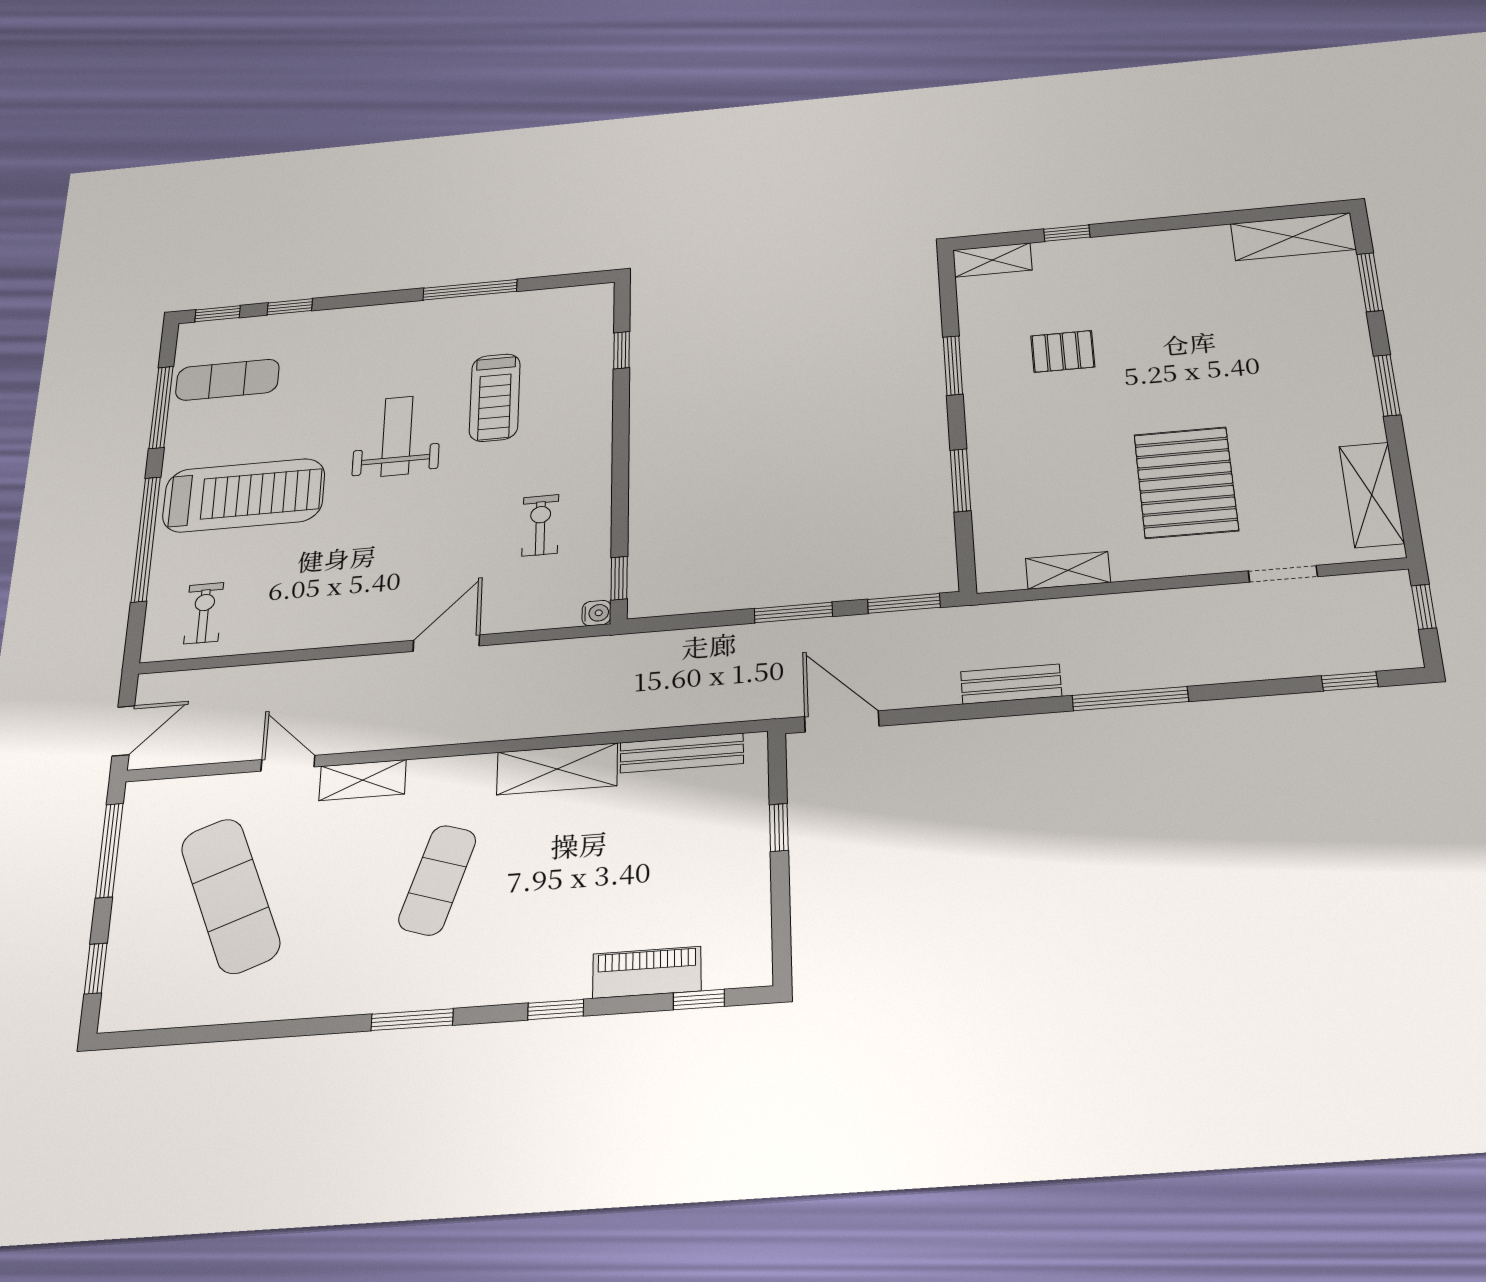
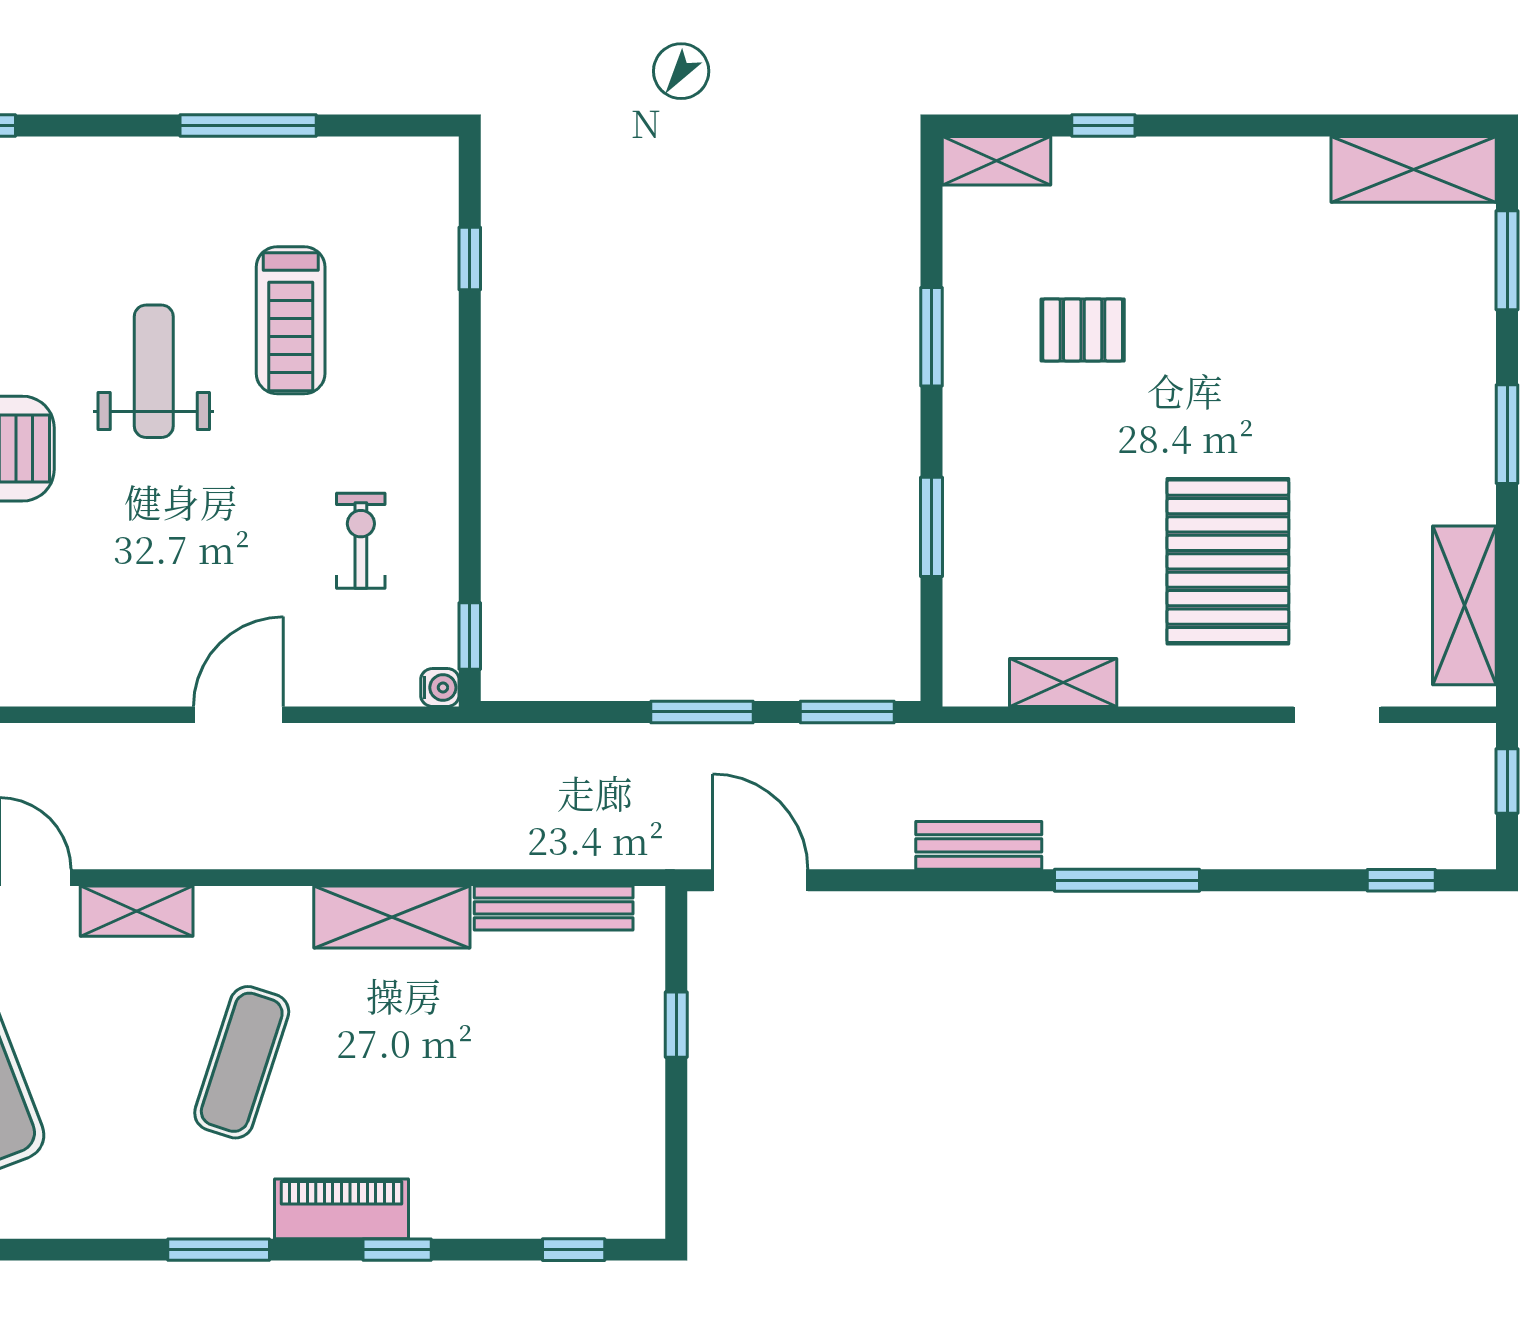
piano: (647, 972) -> (342, 1209), moved

